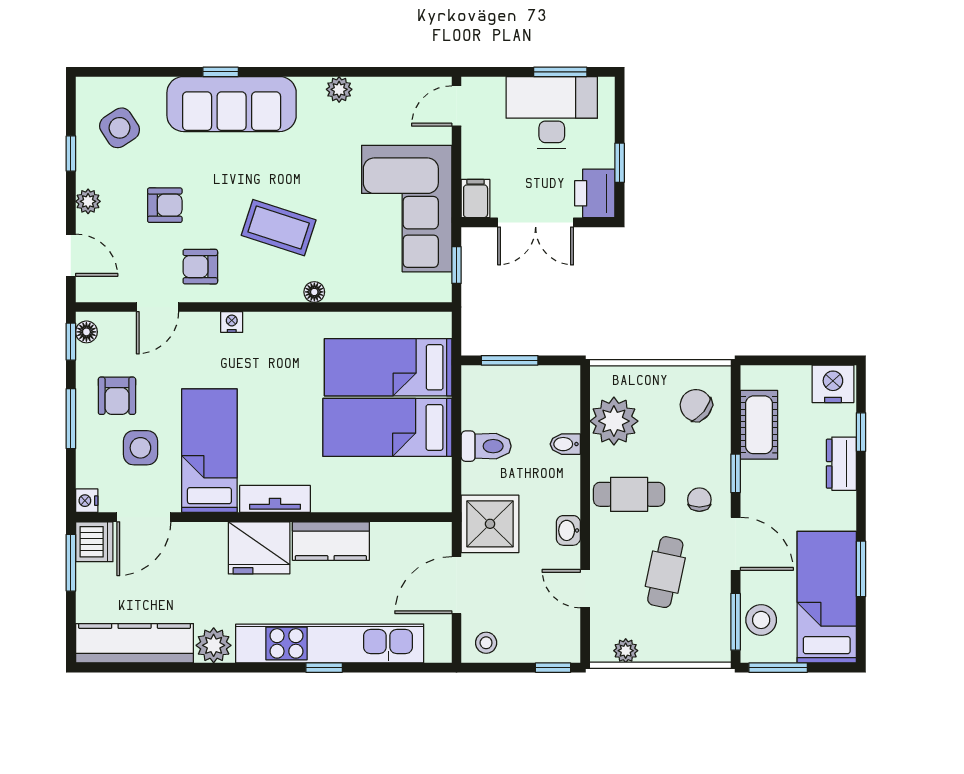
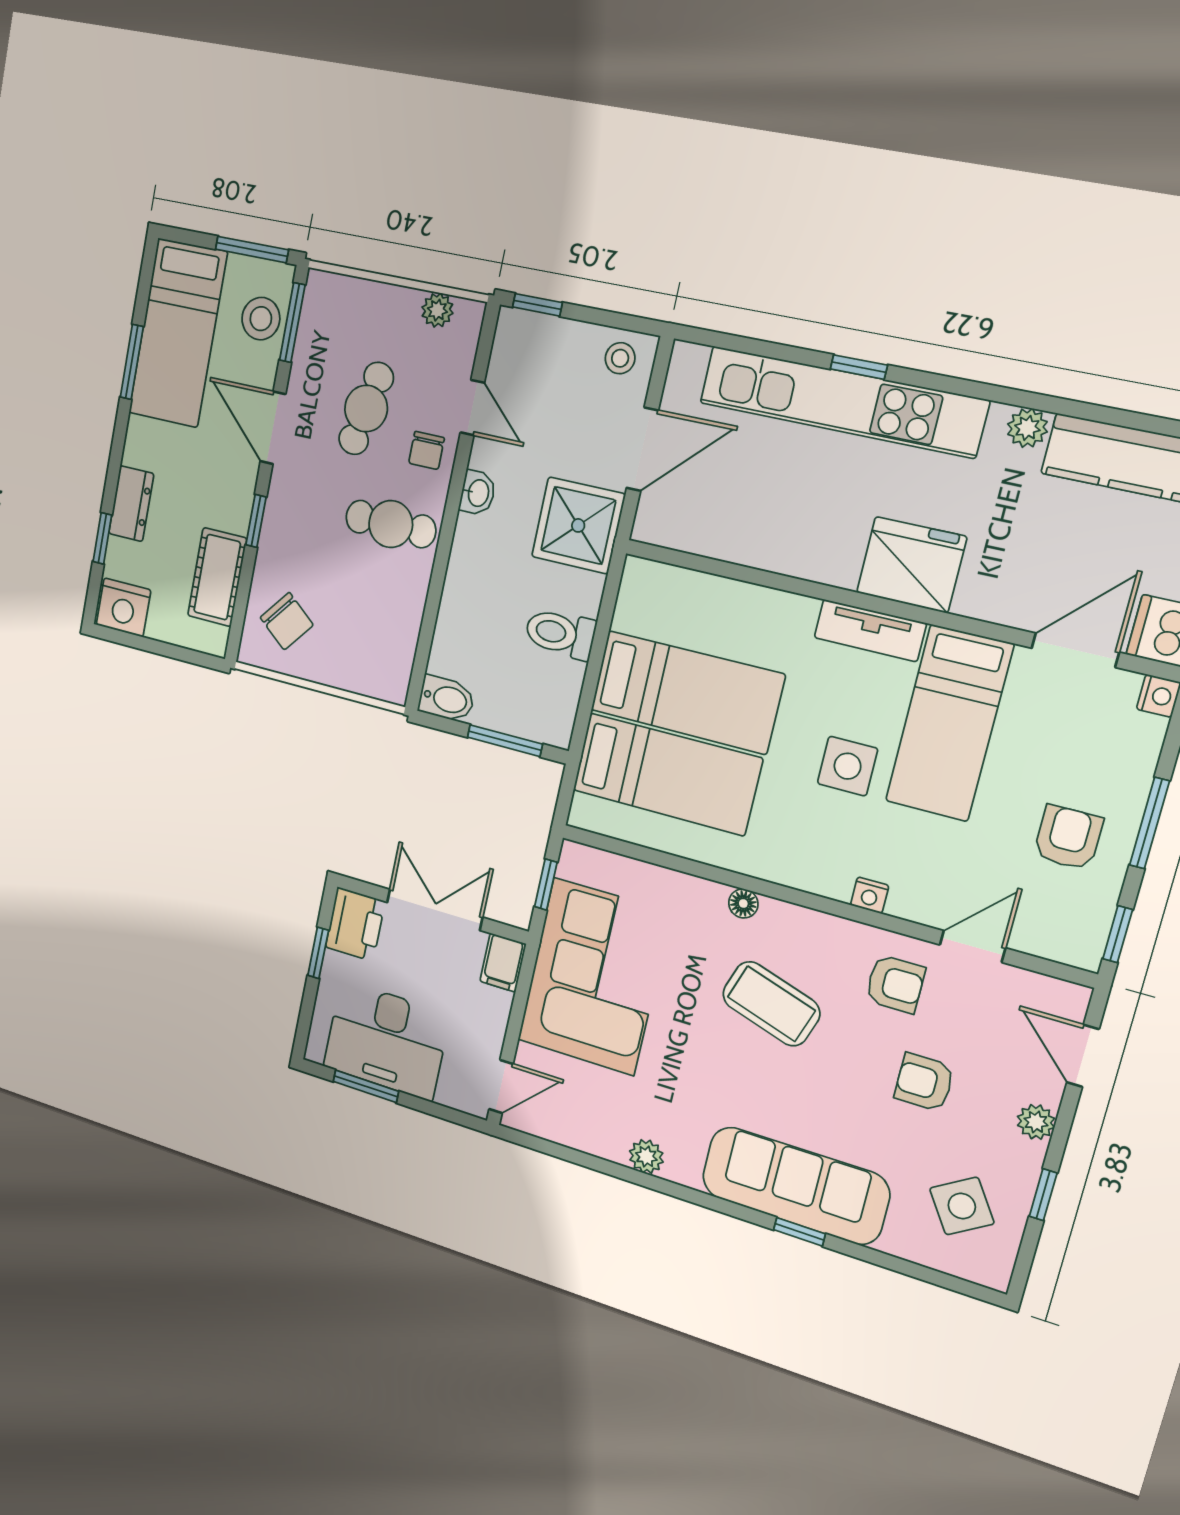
floor lamp: (86, 332) -> (1090, 941), removed
plant: (614, 421) -> (390, 626), removed
bidet: (565, 444) -> (446, 699), moved, width x1.38, depth x1.36
side table: (140, 448) -> (848, 766), moved
chair: (699, 500) -> (426, 450), moved
kitchen counter: (331, 541) -> (804, 551), removed
plant: (214, 645) -> (1027, 428), width x0.73, depth x0.73

